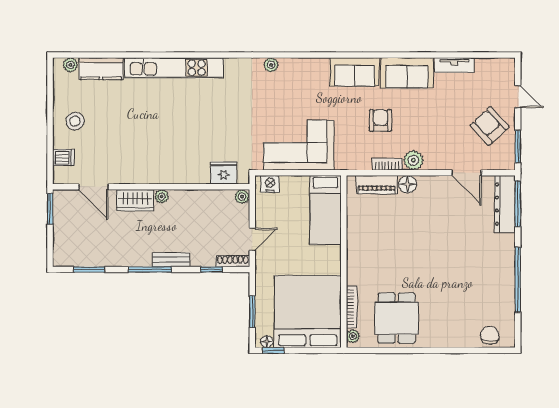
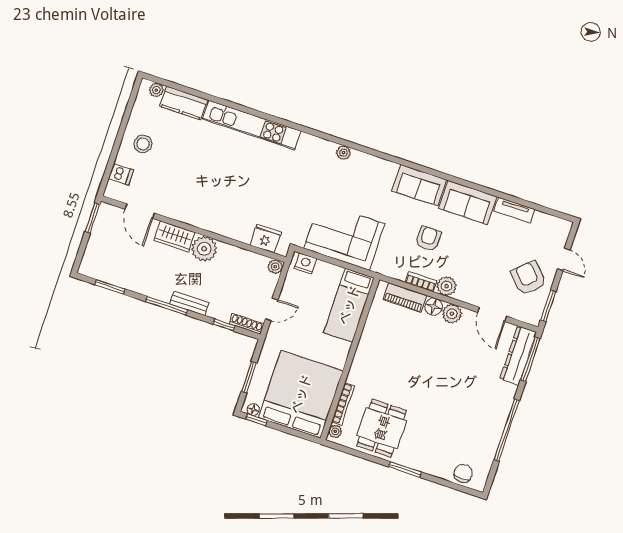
plant: (427, 185) -> (452, 314), added
plant: (162, 196) -> (204, 249), width x1.88, depth x1.88
window: (433, 350) -> (405, 469), added

